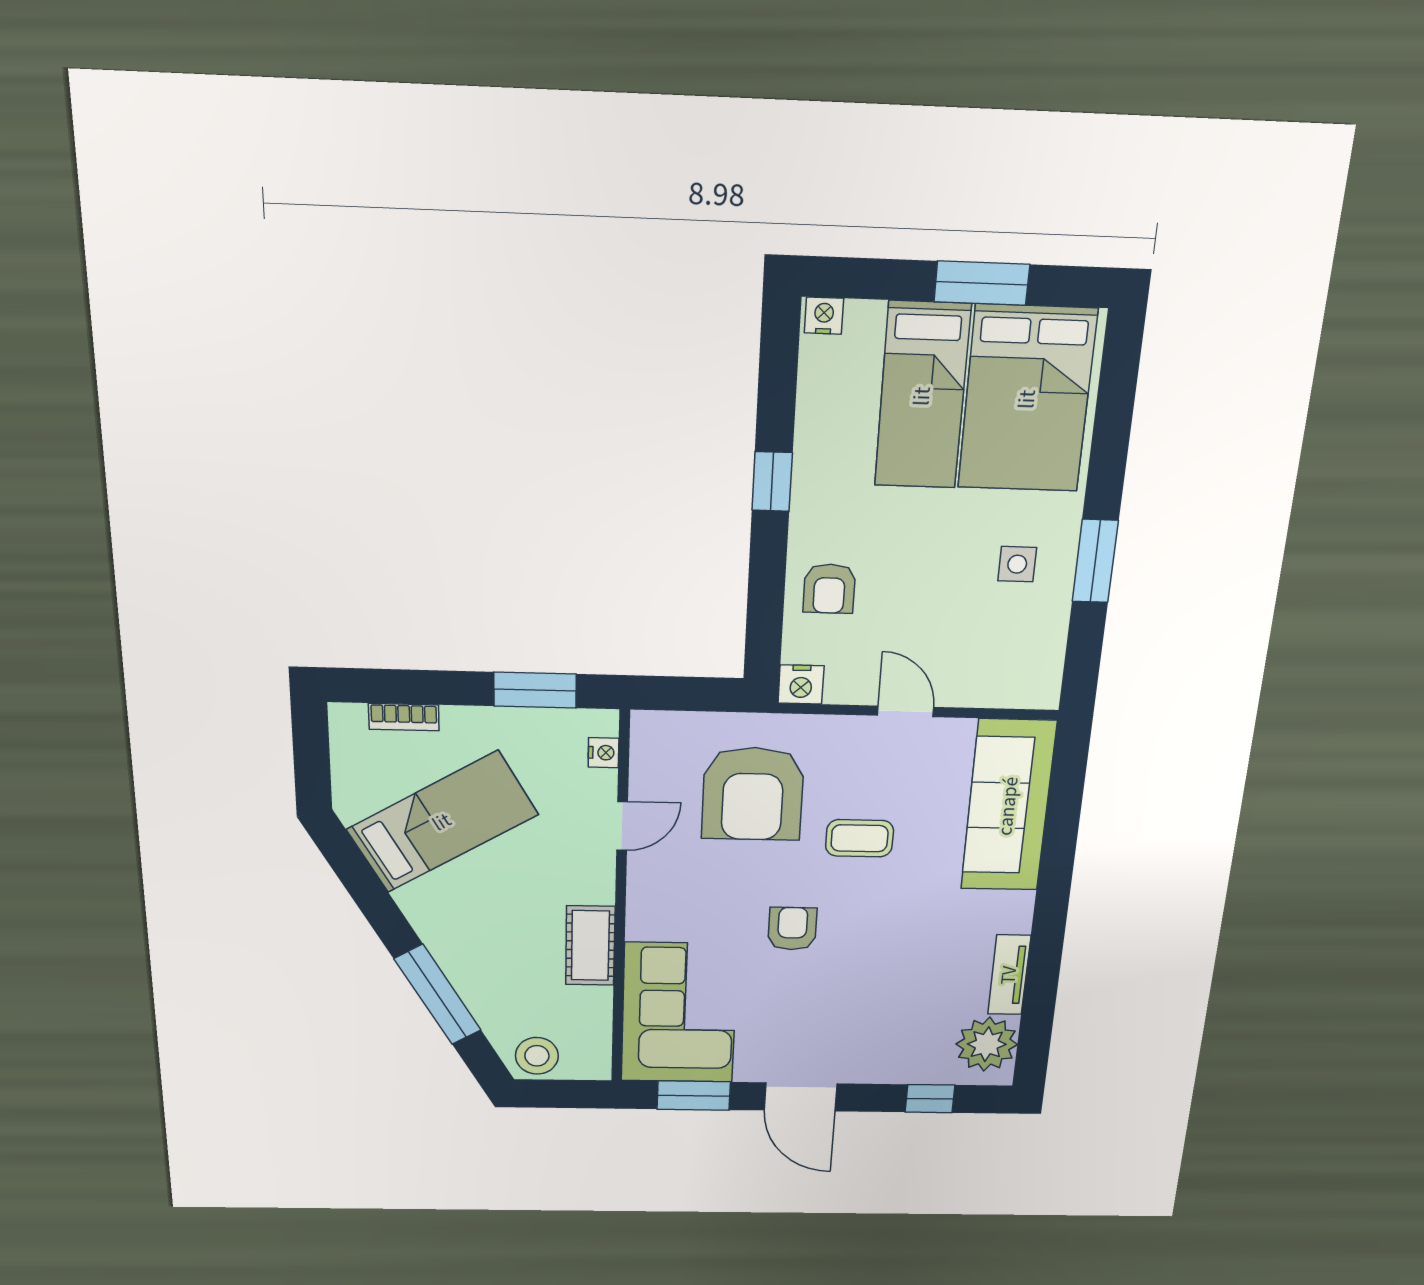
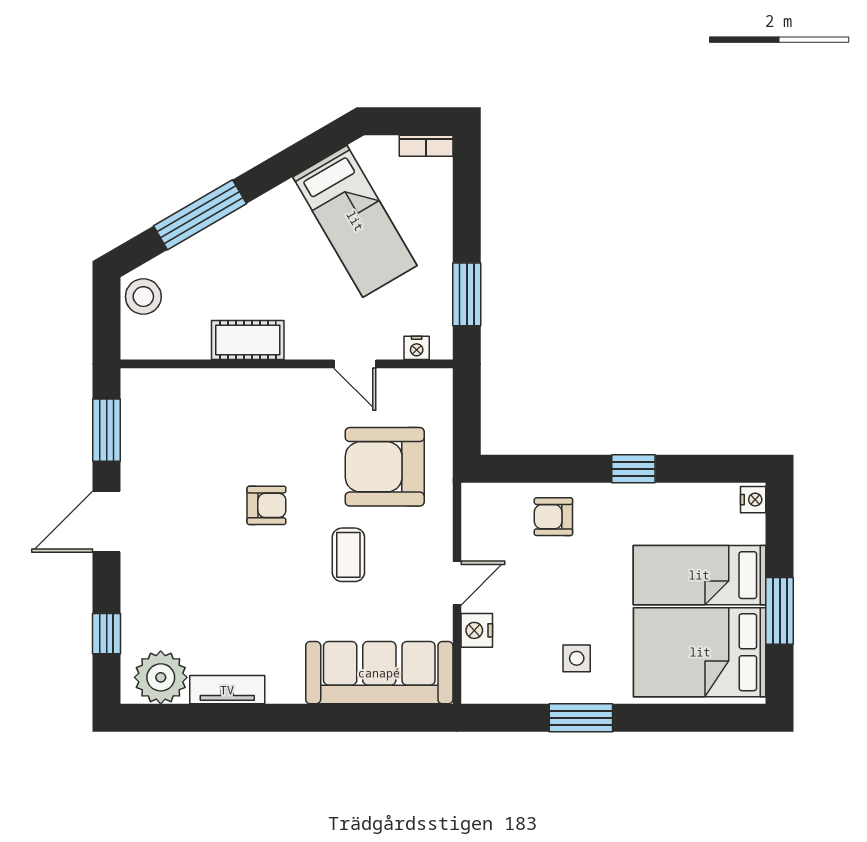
nightstand: (801, 684) -> (477, 630), moved
bookcase: (404, 717) -> (426, 146), moved, turned -90
corner sofa: (679, 1013) -> (186, 415), removed

